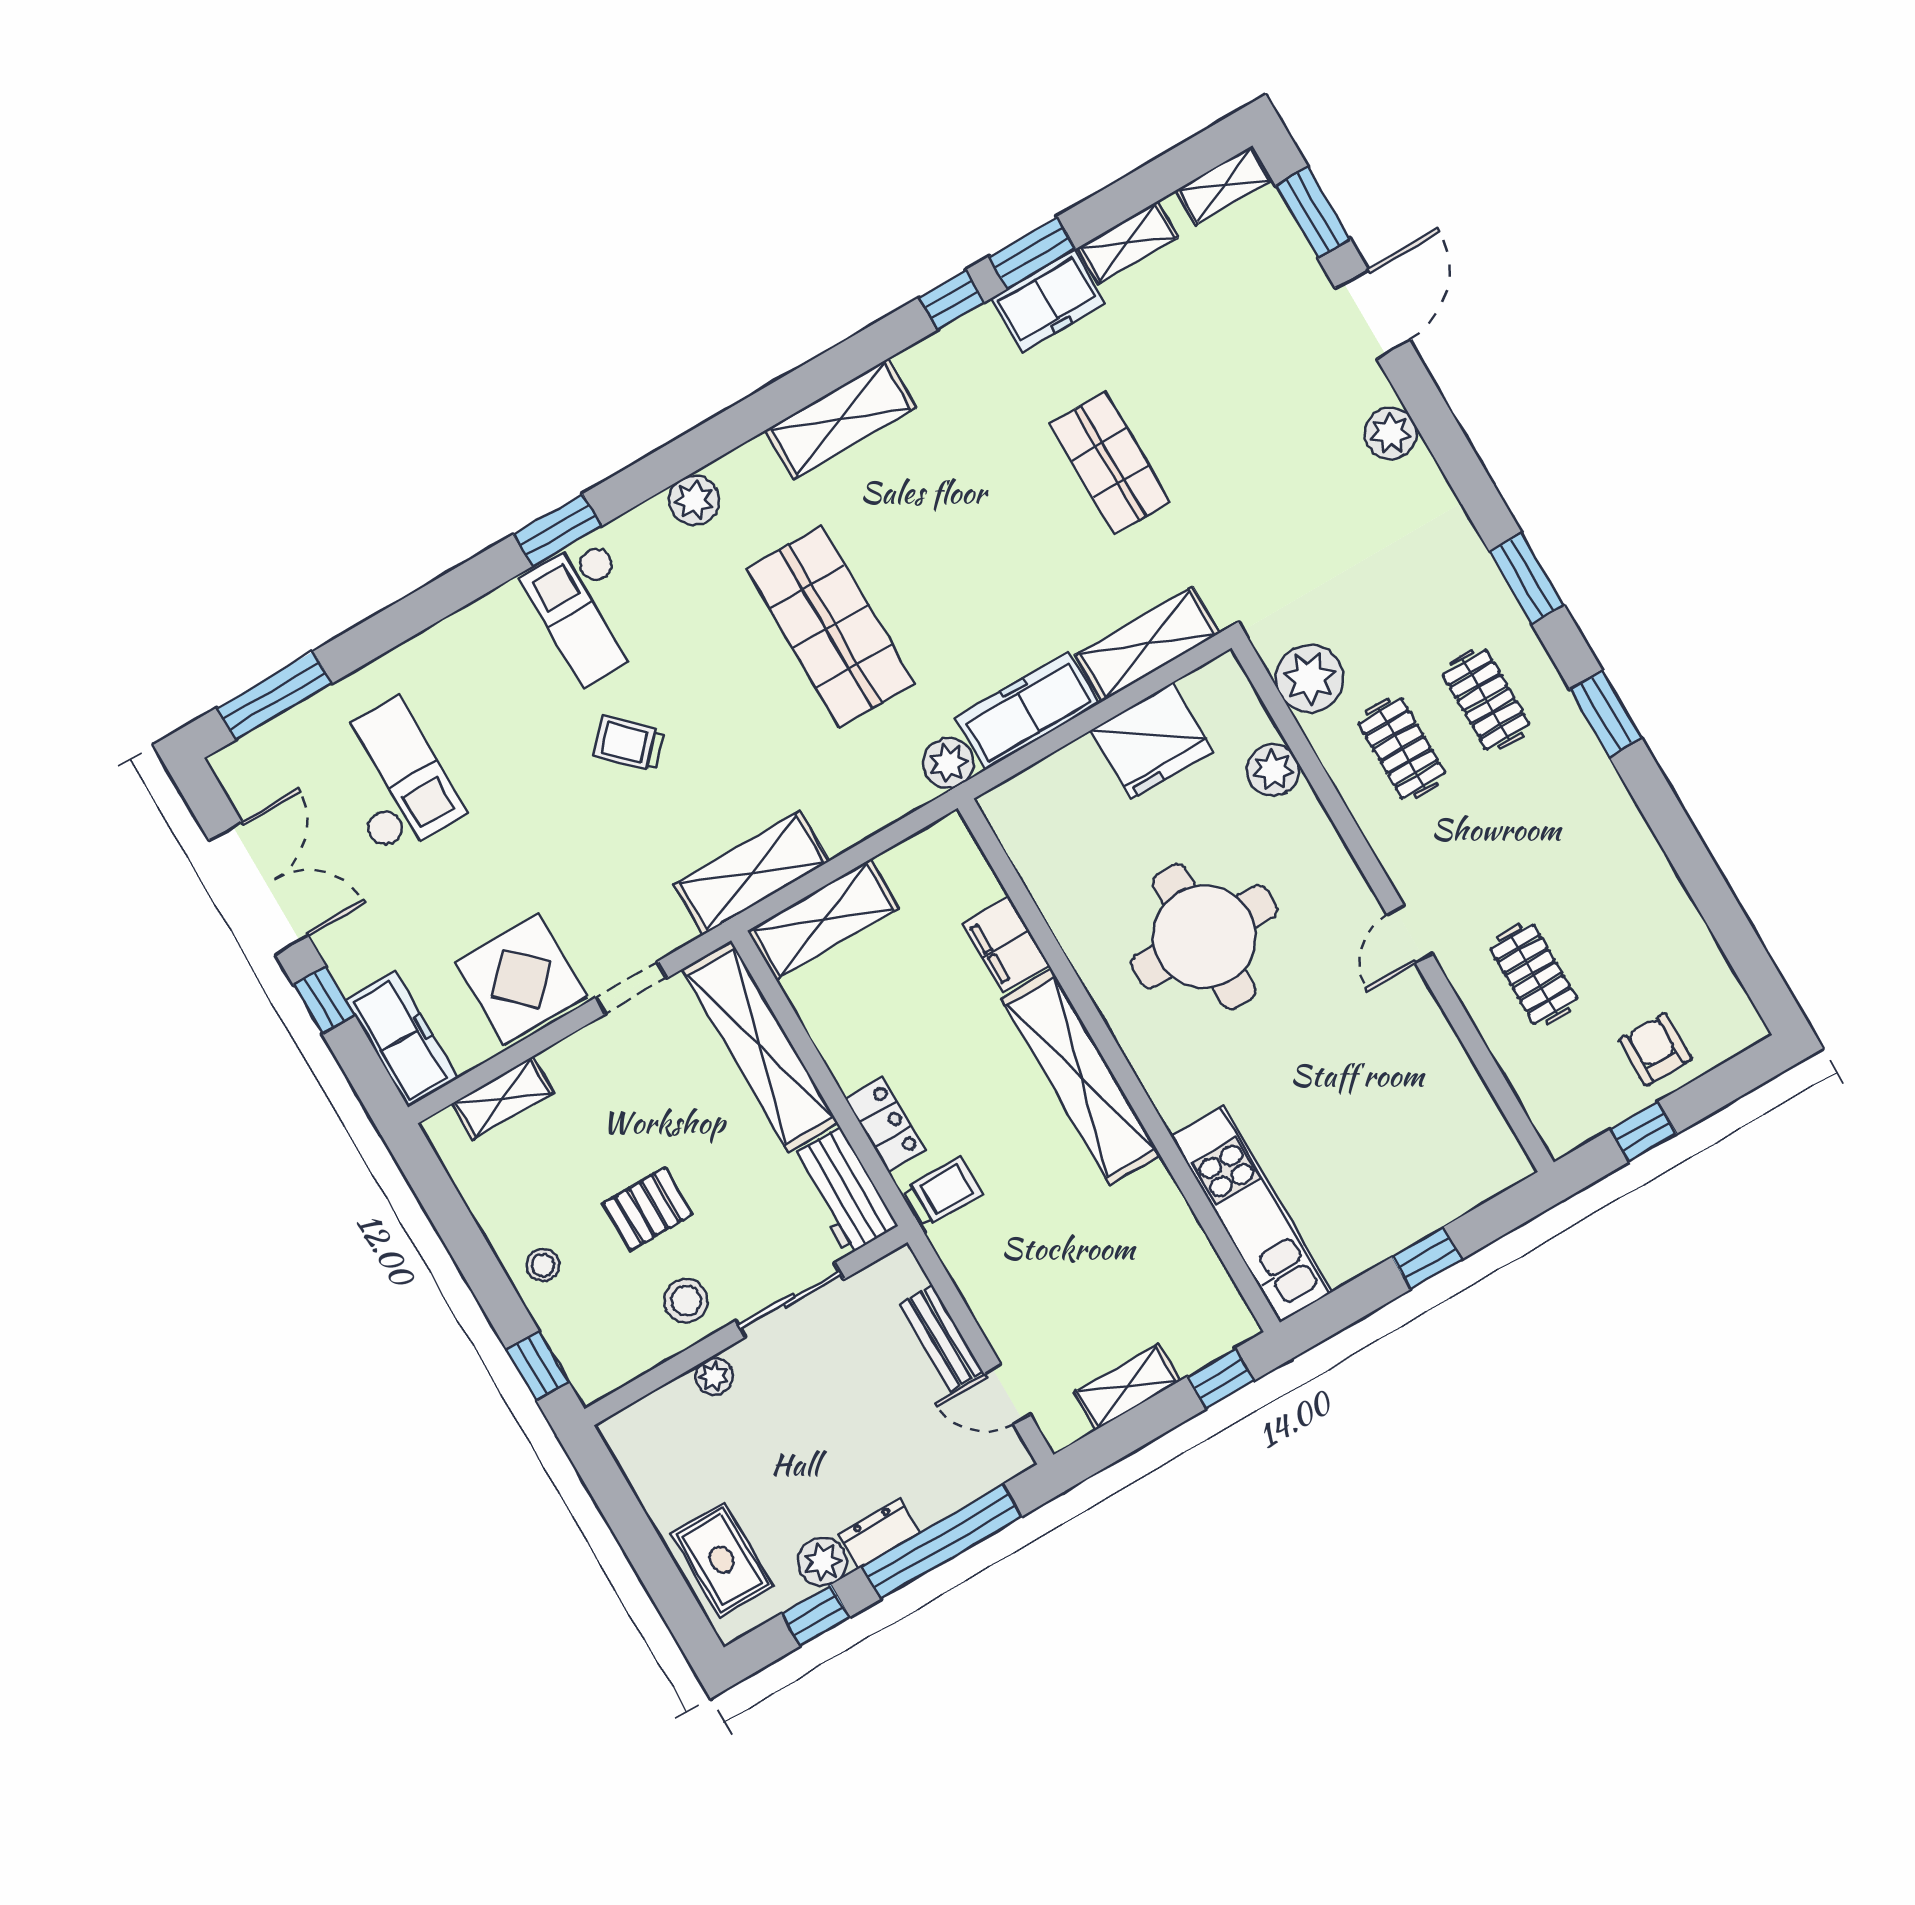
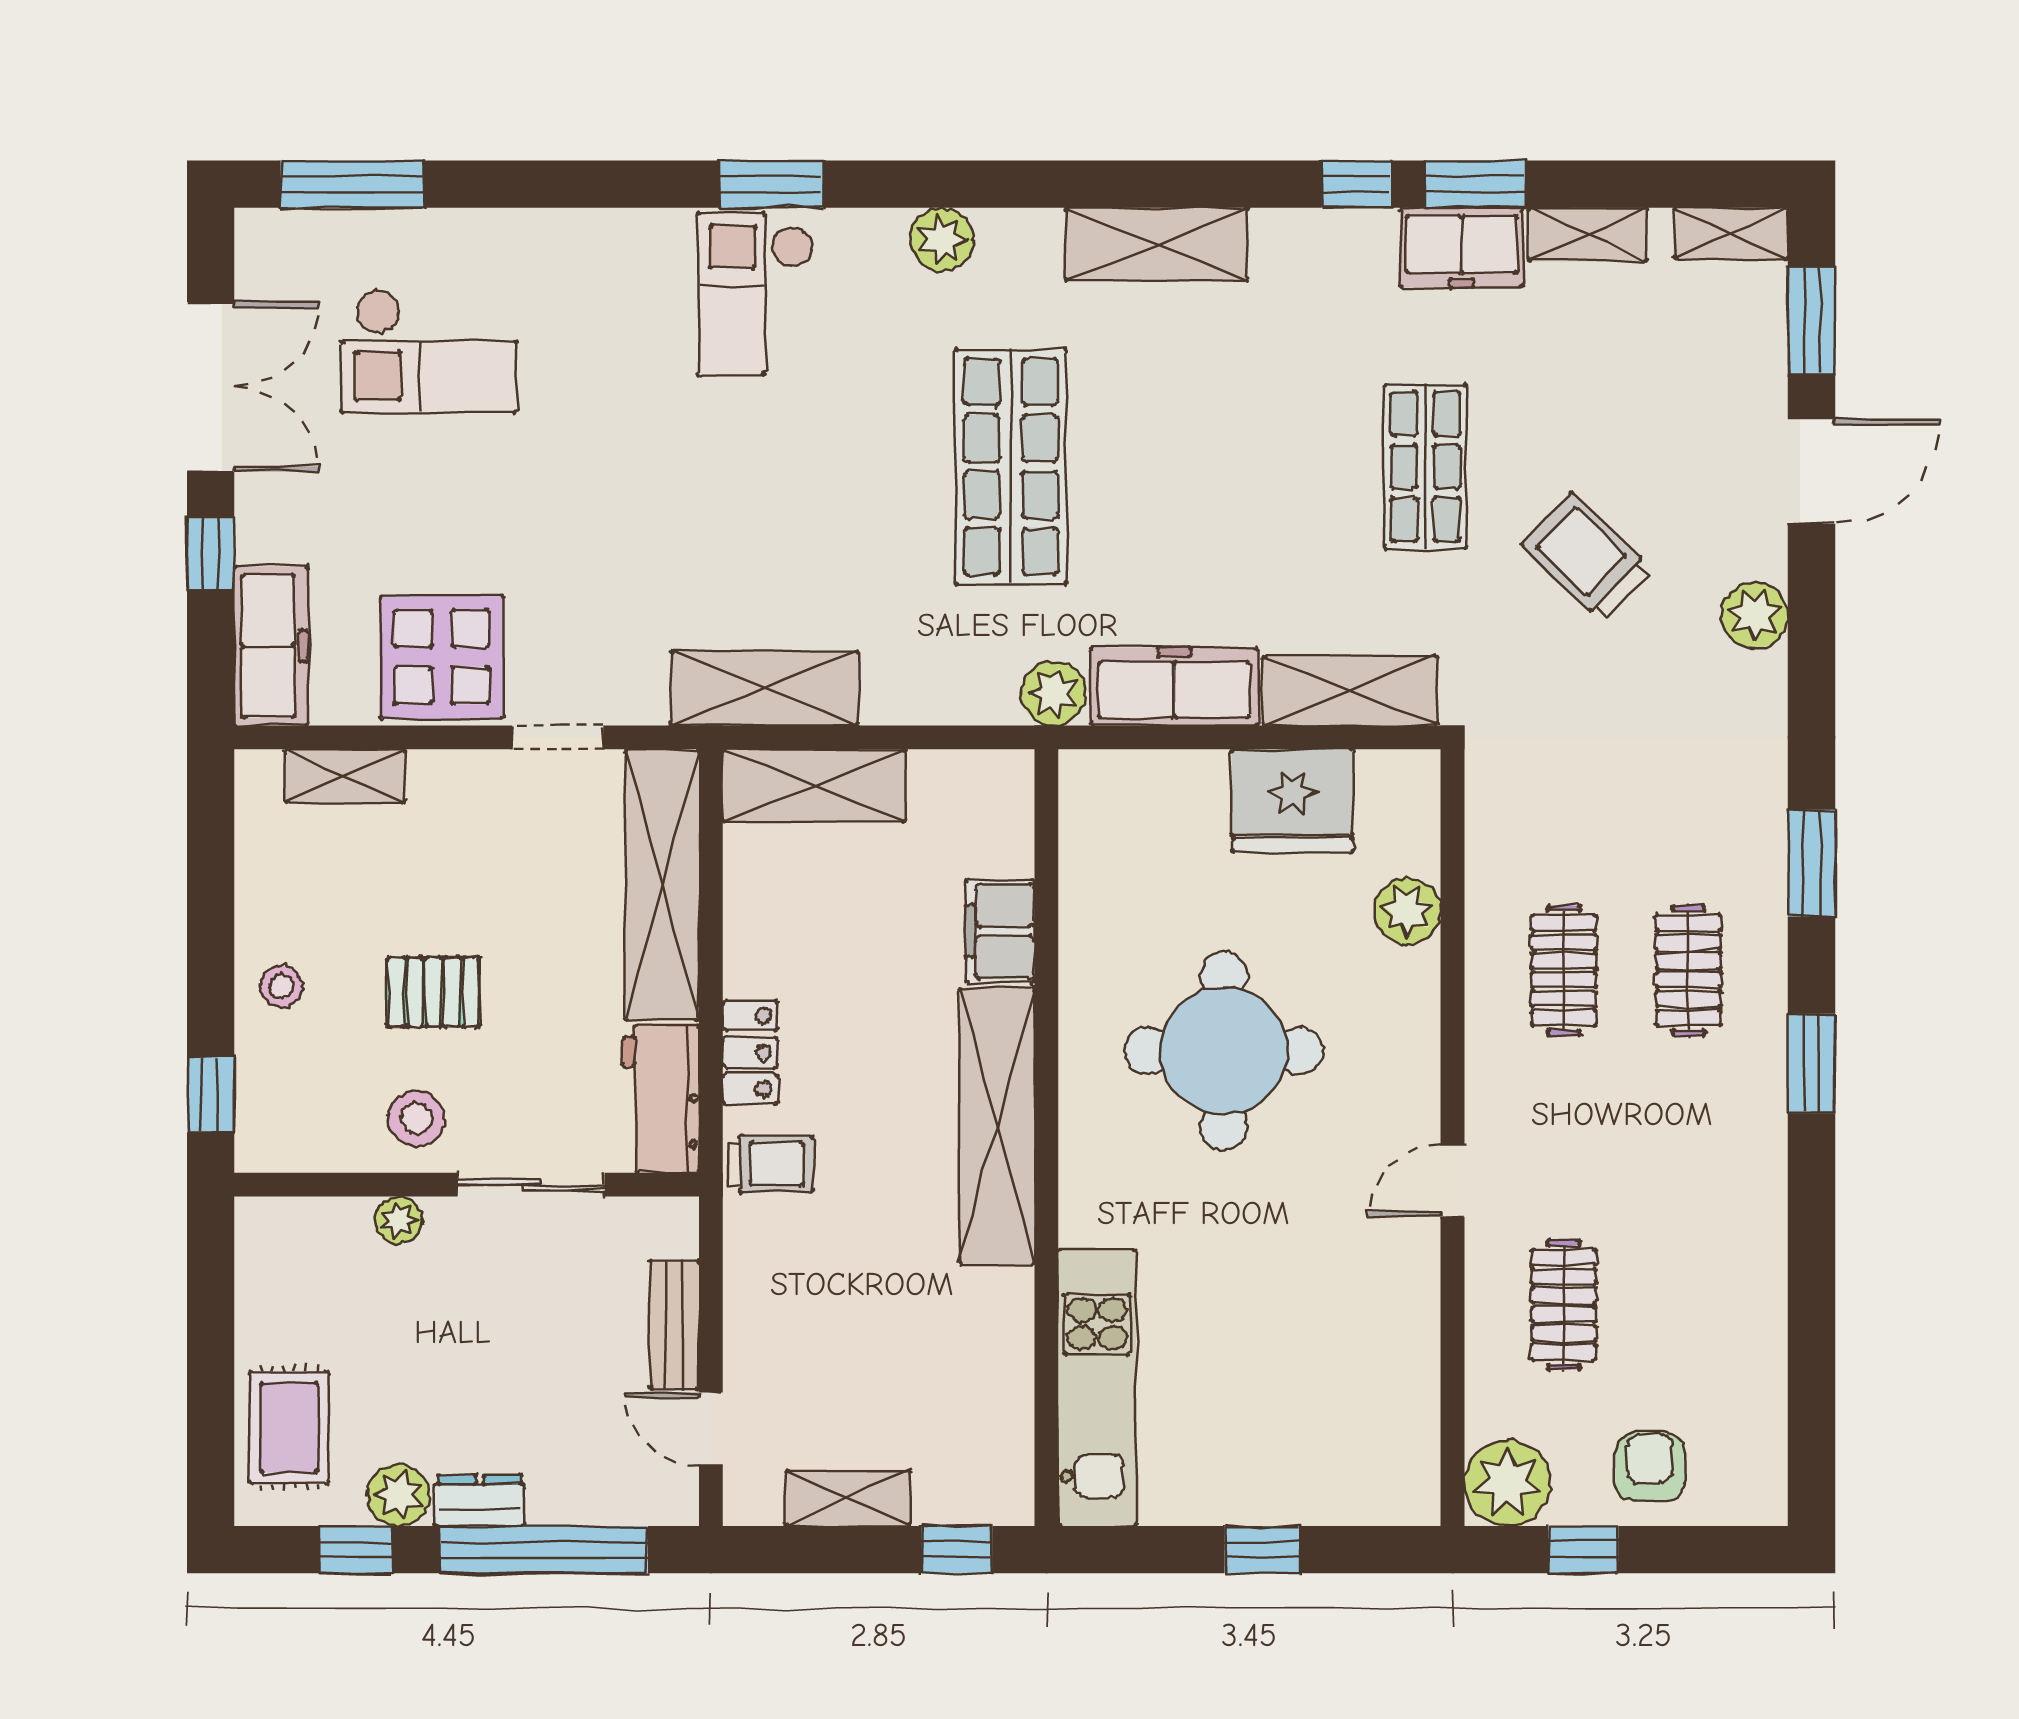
plant: (1310, 678) -> (1507, 1483), moved
trolley: (629, 743) -> (1587, 557), moved, width x1.36, depth x1.39
checkout: (392, 778) -> (429, 351), turned 90

